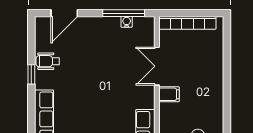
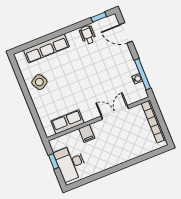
window: (31, 74) -> (99, 17), moved
filing cabinet: (169, 94) -> (87, 133), moved

